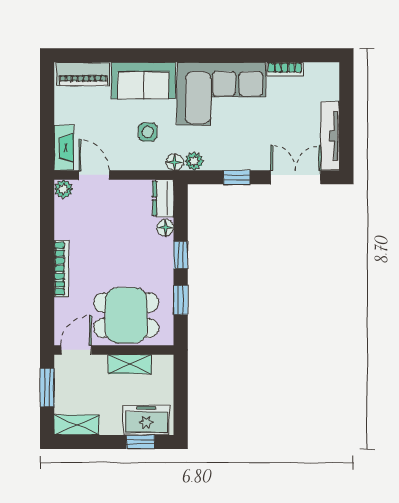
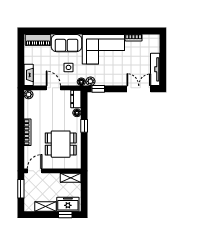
door: (94, 175) -> (53, 88), moved
window: (237, 177) -> (98, 89), moved
window: (181, 300) -> (84, 147), removed
dining table: (126, 315) -> (61, 144), moved
shelving: (130, 364) -> (71, 178), moved
shelving: (77, 425) -> (45, 207), moved

